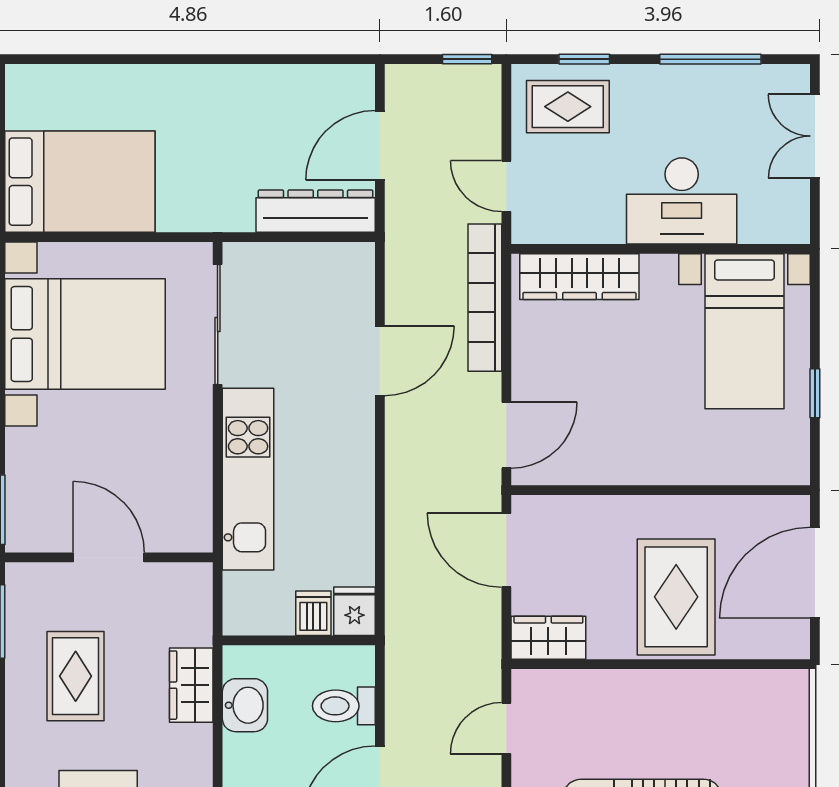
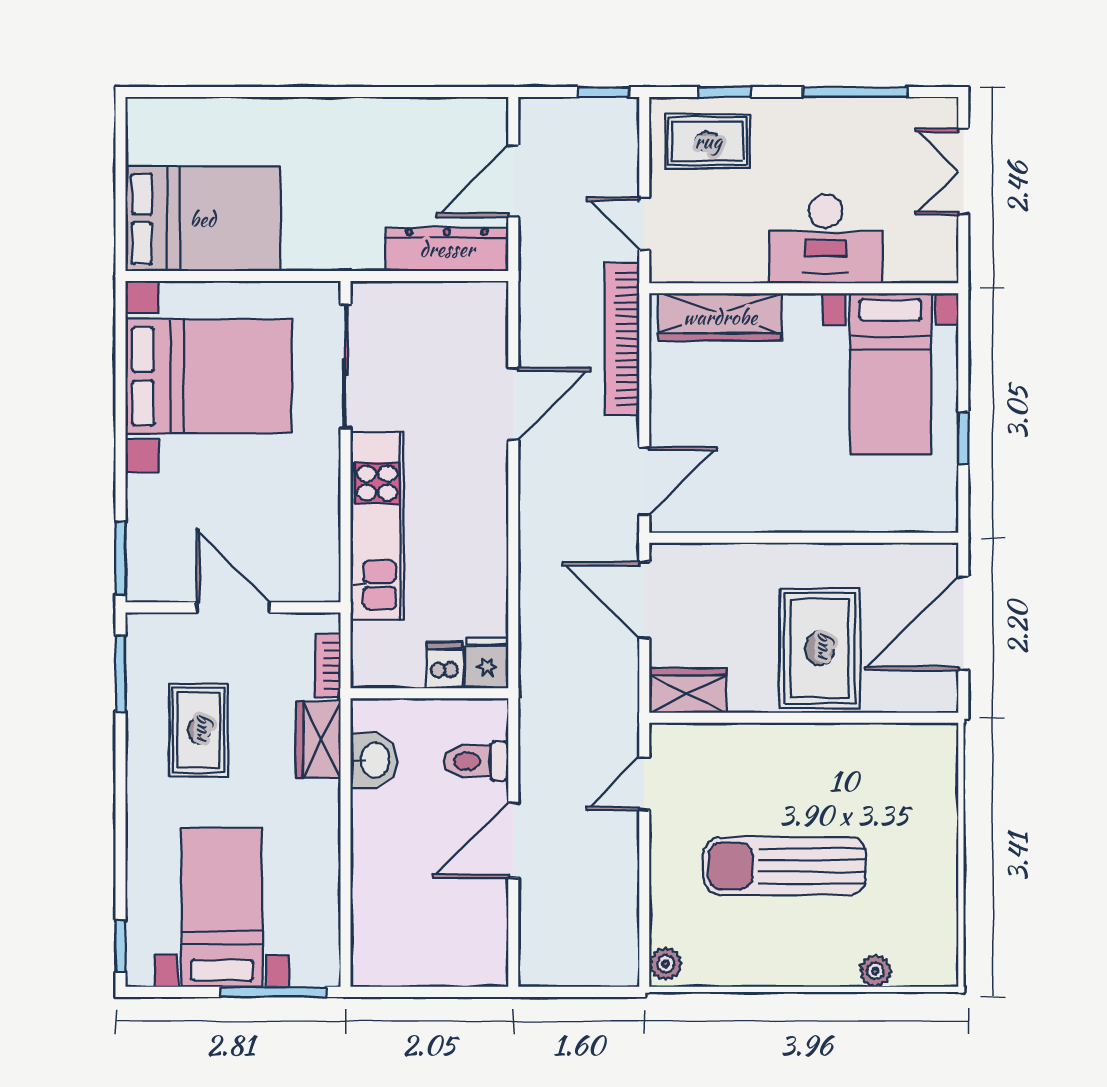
bookcase: (201, 614) -> (328, 666), added

